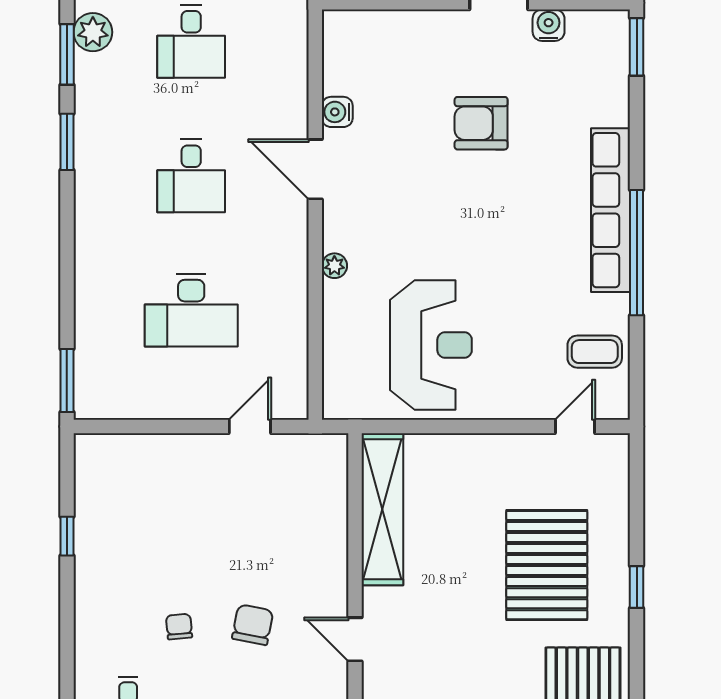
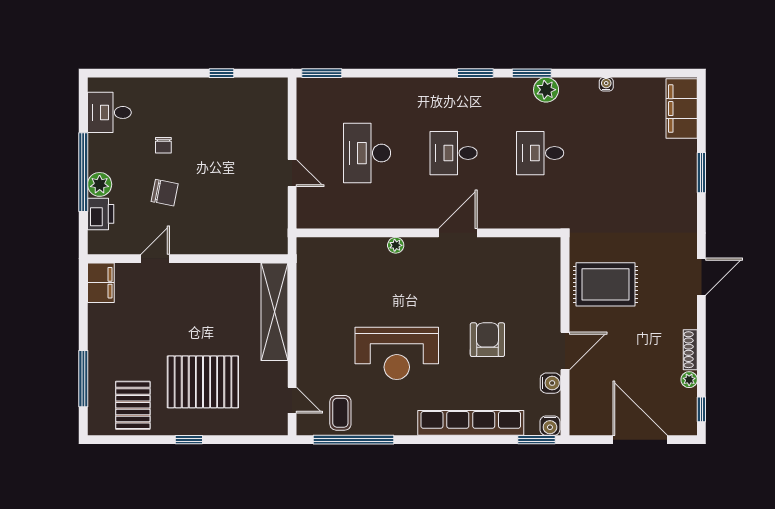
water cooler: (337, 112) -> (550, 426), moved, turned 180
row of seats: (610, 210) -> (471, 423), moved
window: (637, 253) -> (353, 440), moved
reception desk: (431, 345) -> (397, 353), moved
door: (250, 427) -> (292, 173), moved
shelving: (382, 509) -> (275, 312), moved, turned 90
chair: (179, 627) -> (163, 145), turned 95

